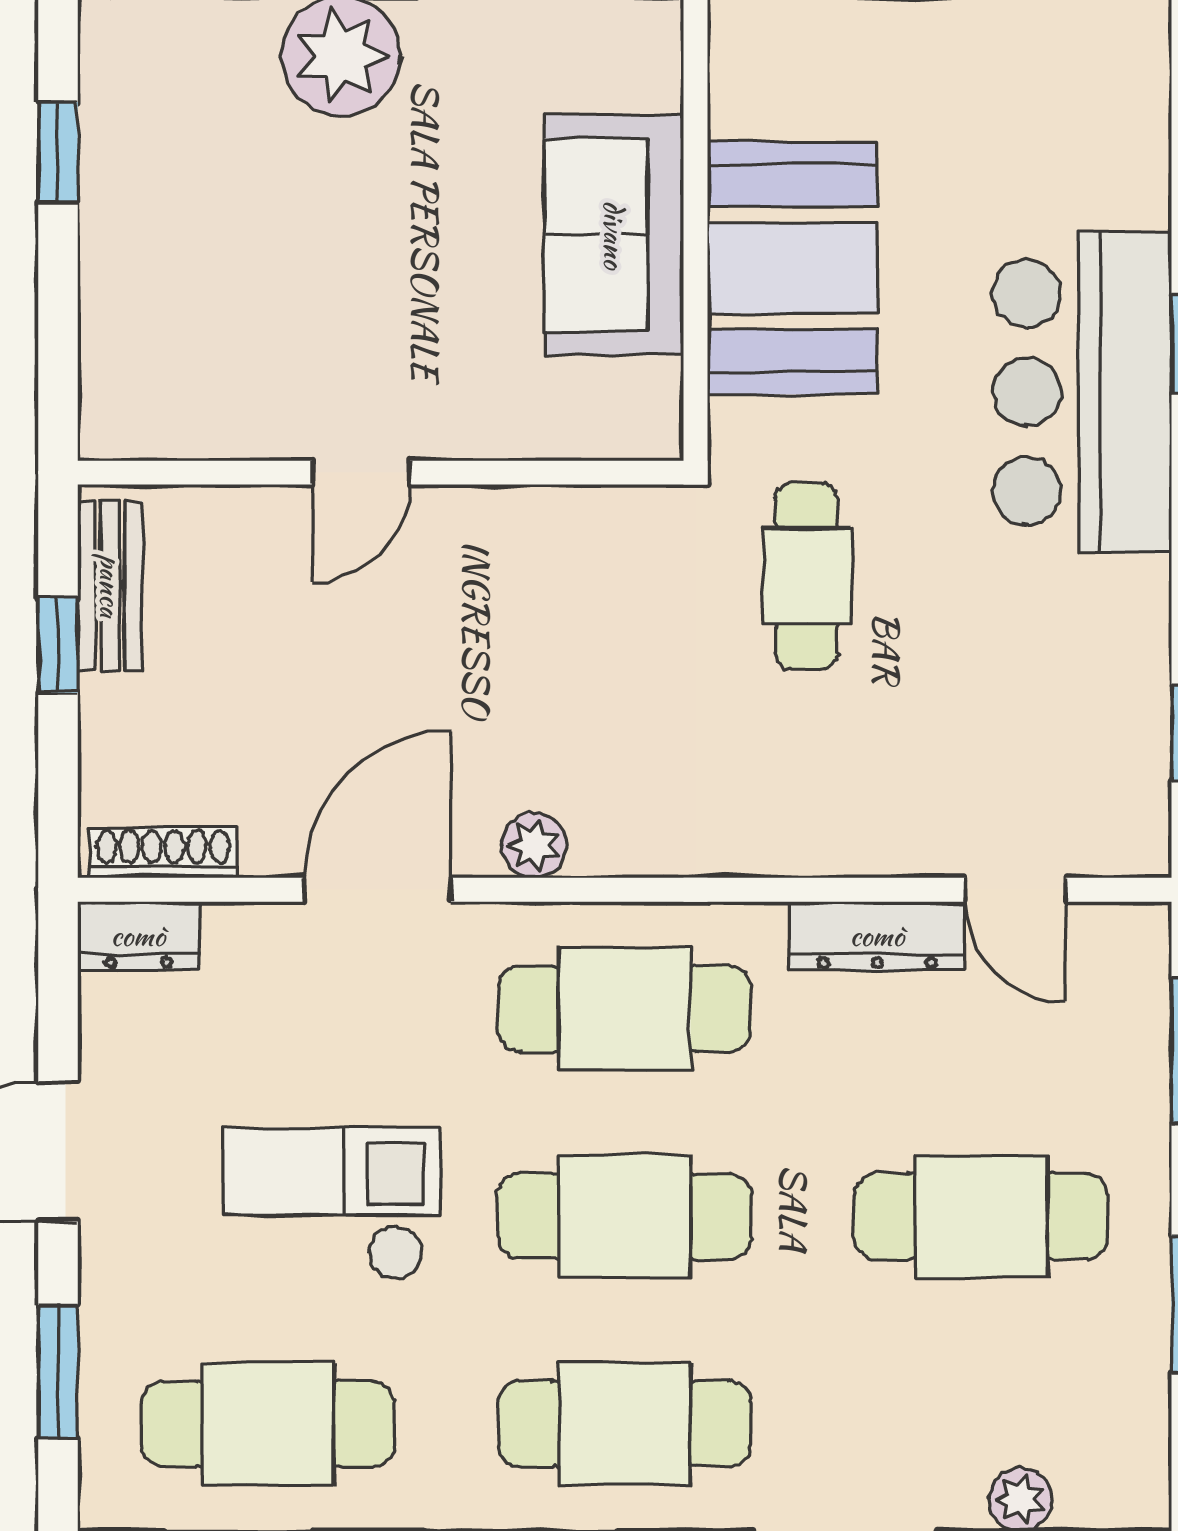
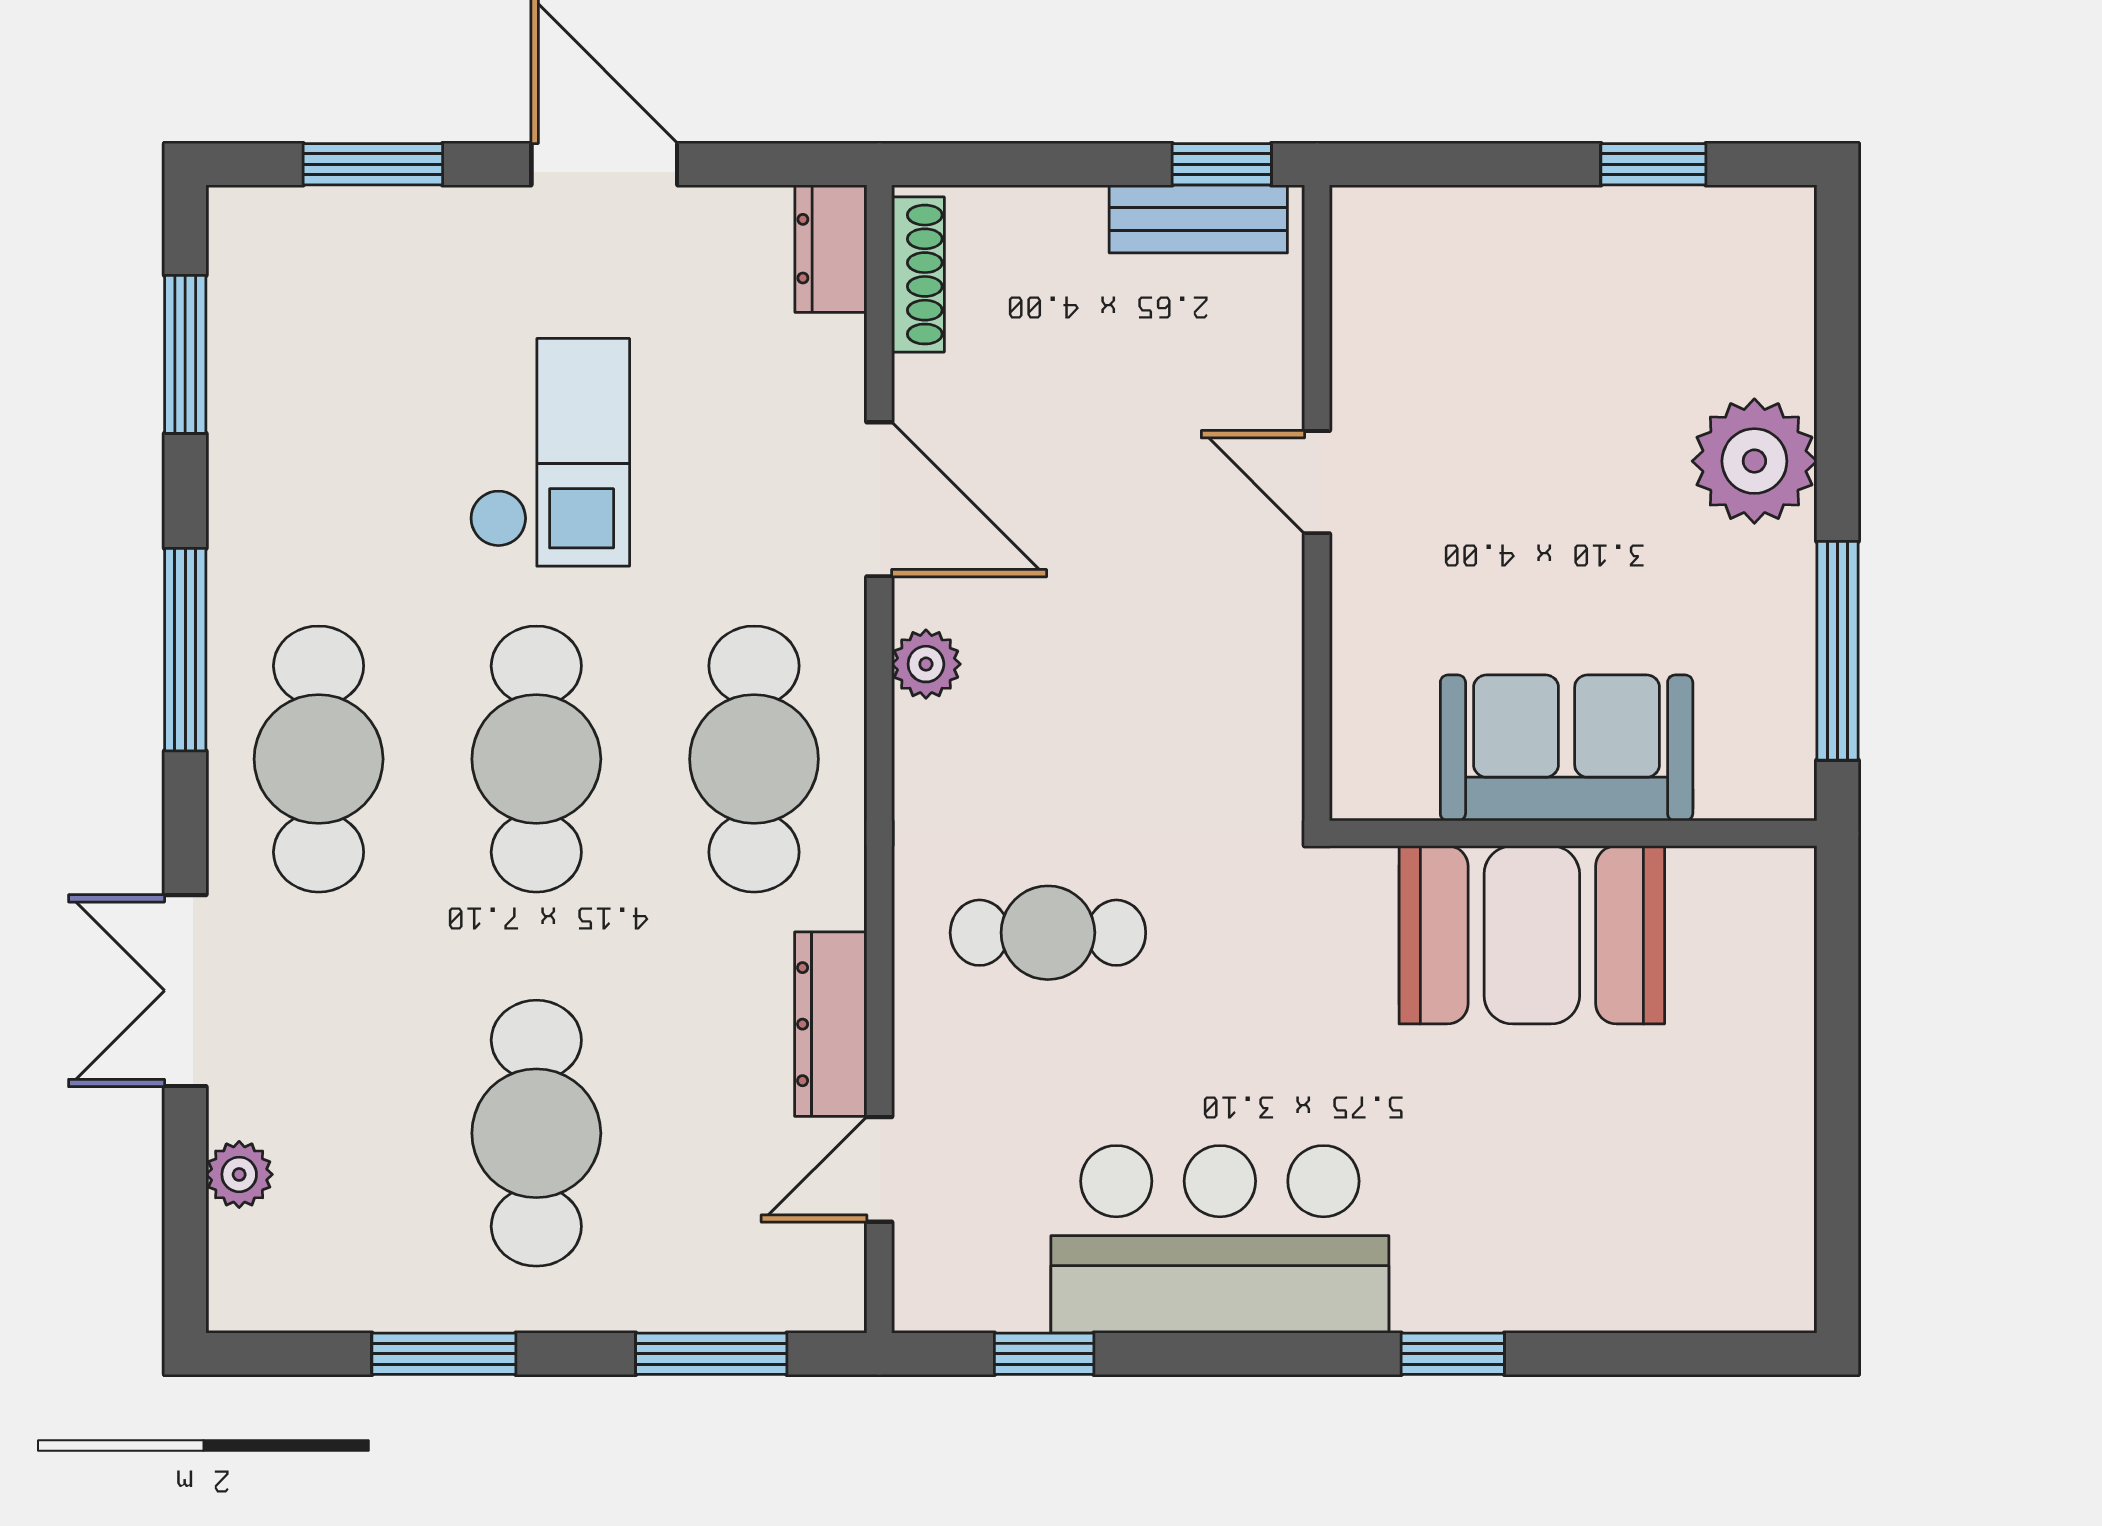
bar counter: (1082, 392) -> (1220, 1239), moved
cafe table: (807, 576) -> (1048, 933), moved
window: (58, 645) -> (1222, 164), moved
cafe table: (268, 1424) -> (319, 385), removed

